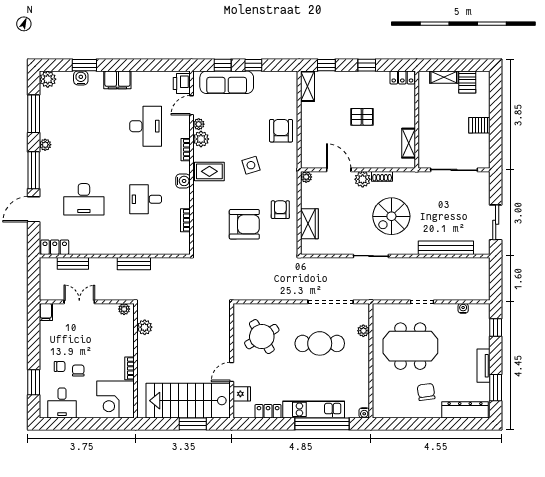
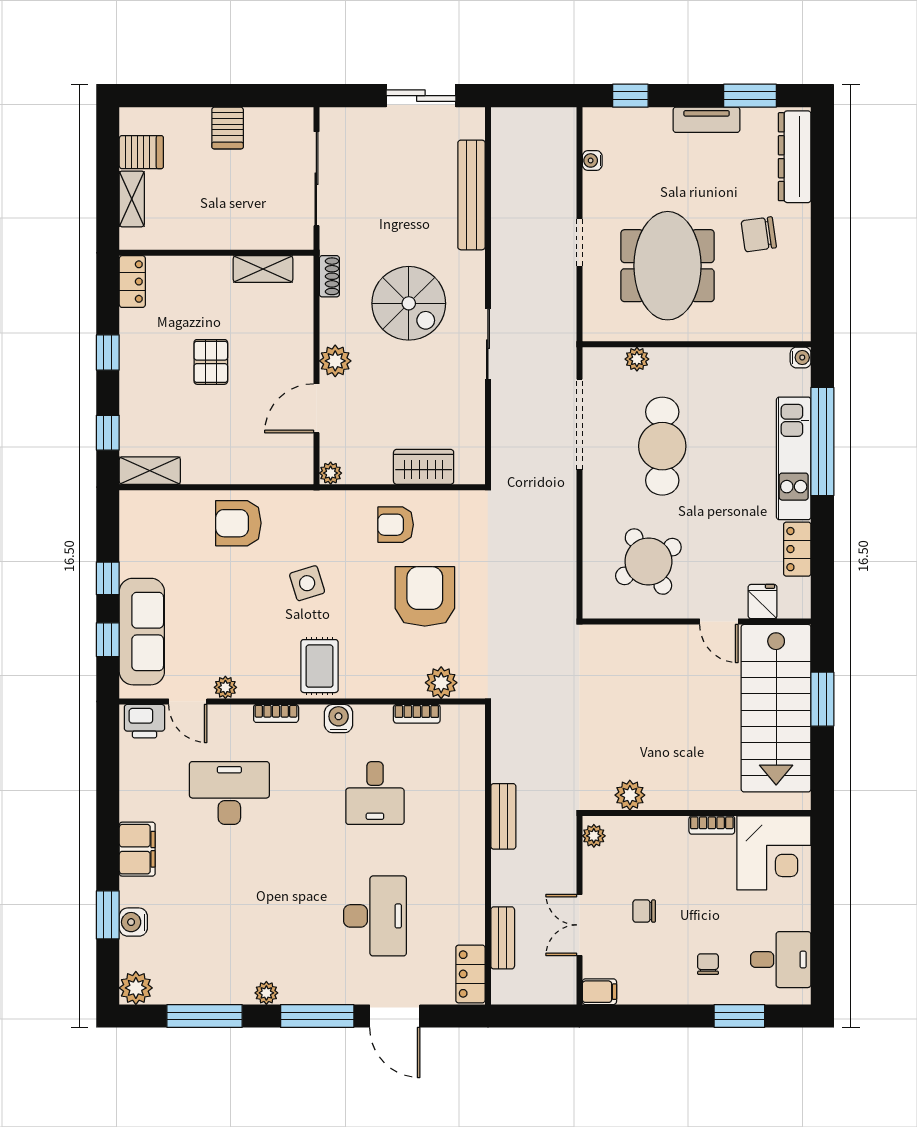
plant: (201, 139) -> (441, 683), moved
shoe rack: (382, 176) -> (329, 276), moved
chair: (78, 371) -> (644, 911), moved

